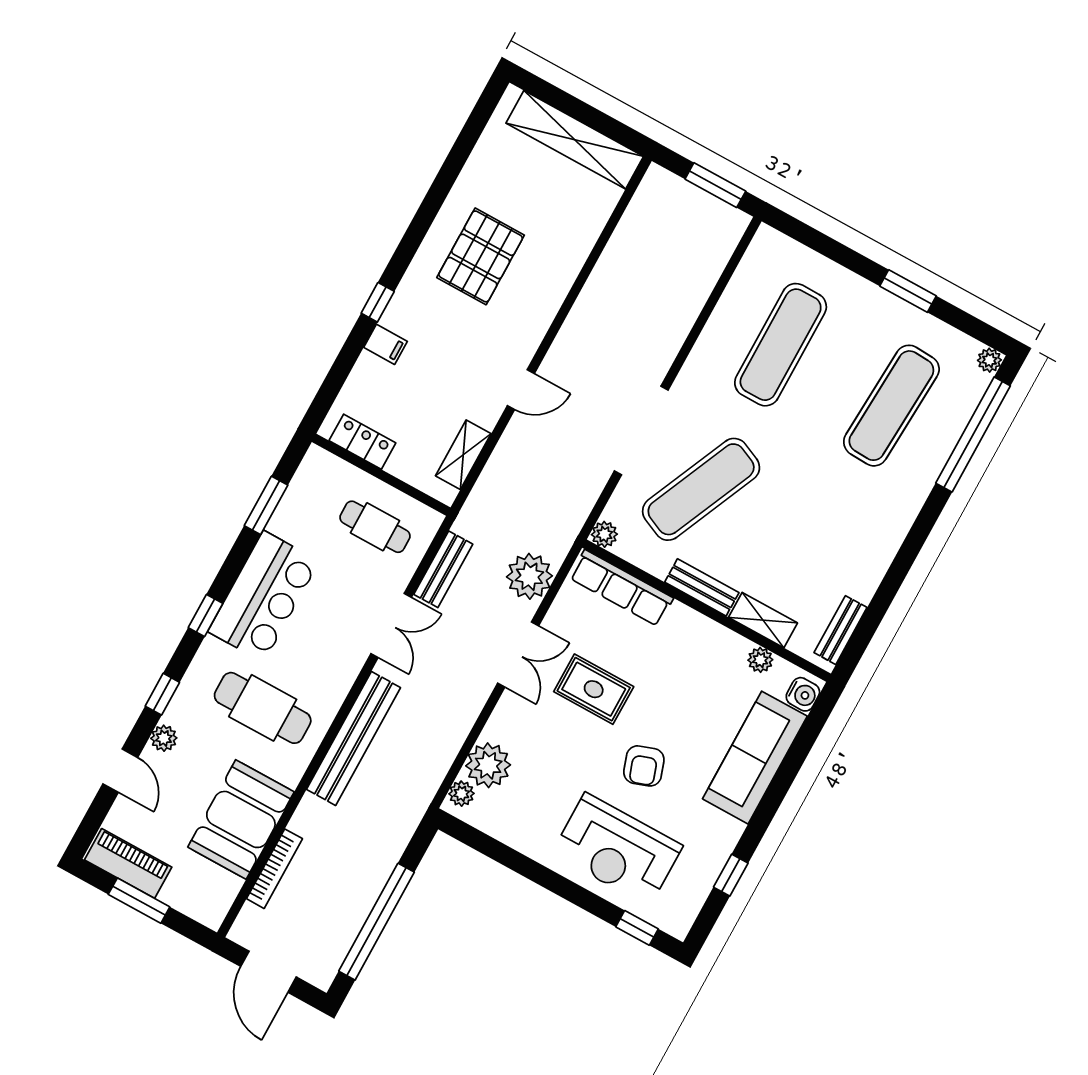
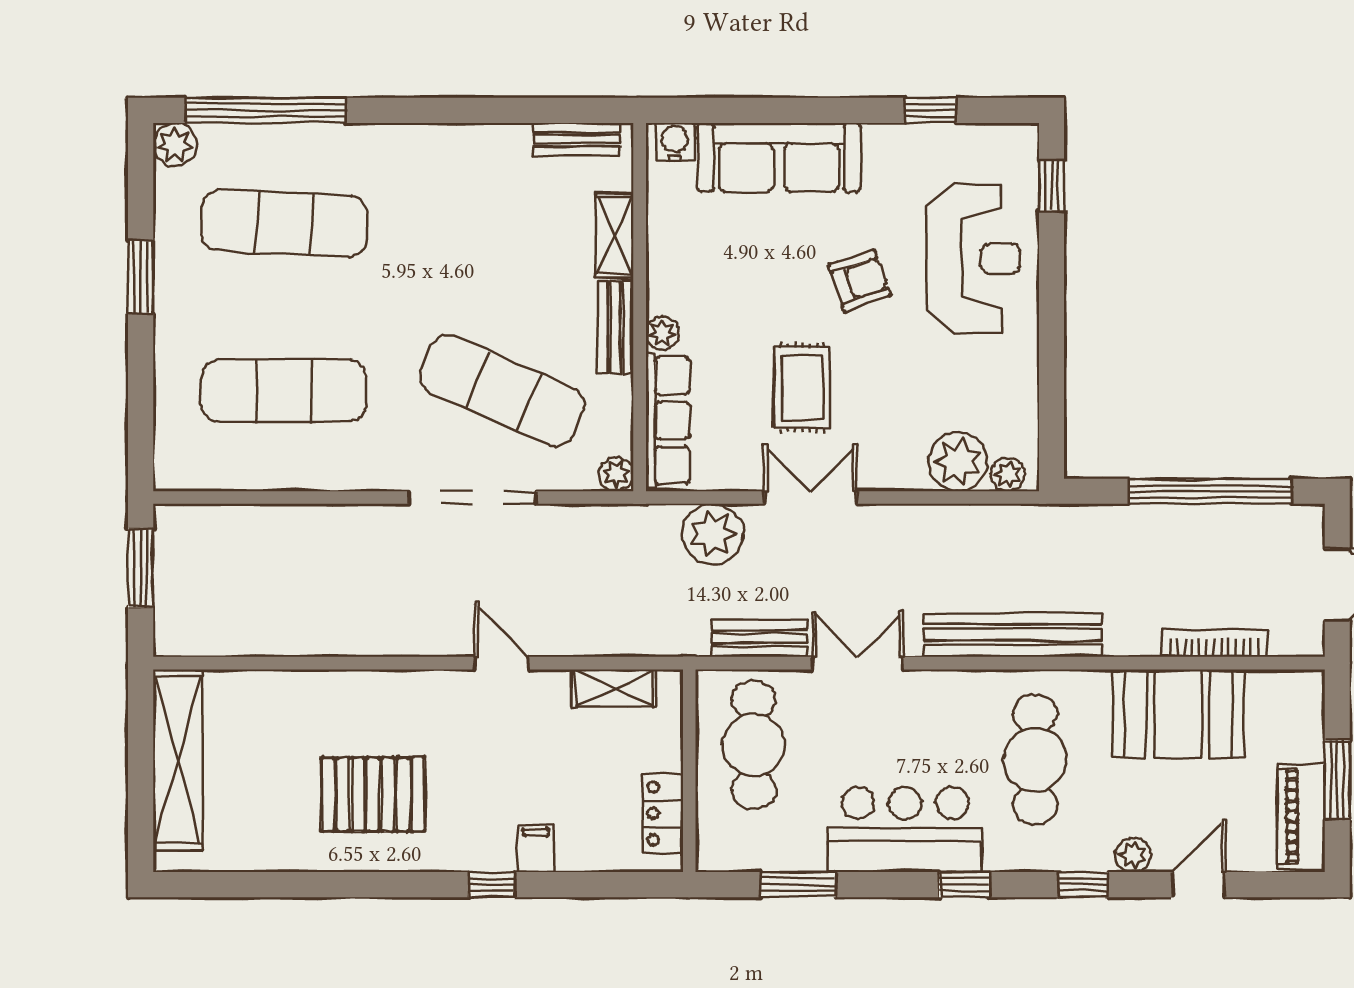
plant: (989, 360) -> (175, 145), width x1.38, depth x1.38
cafe table: (375, 527) -> (754, 745), width x1.37, depth x1.35
plant: (760, 660) -> (662, 333), moved

